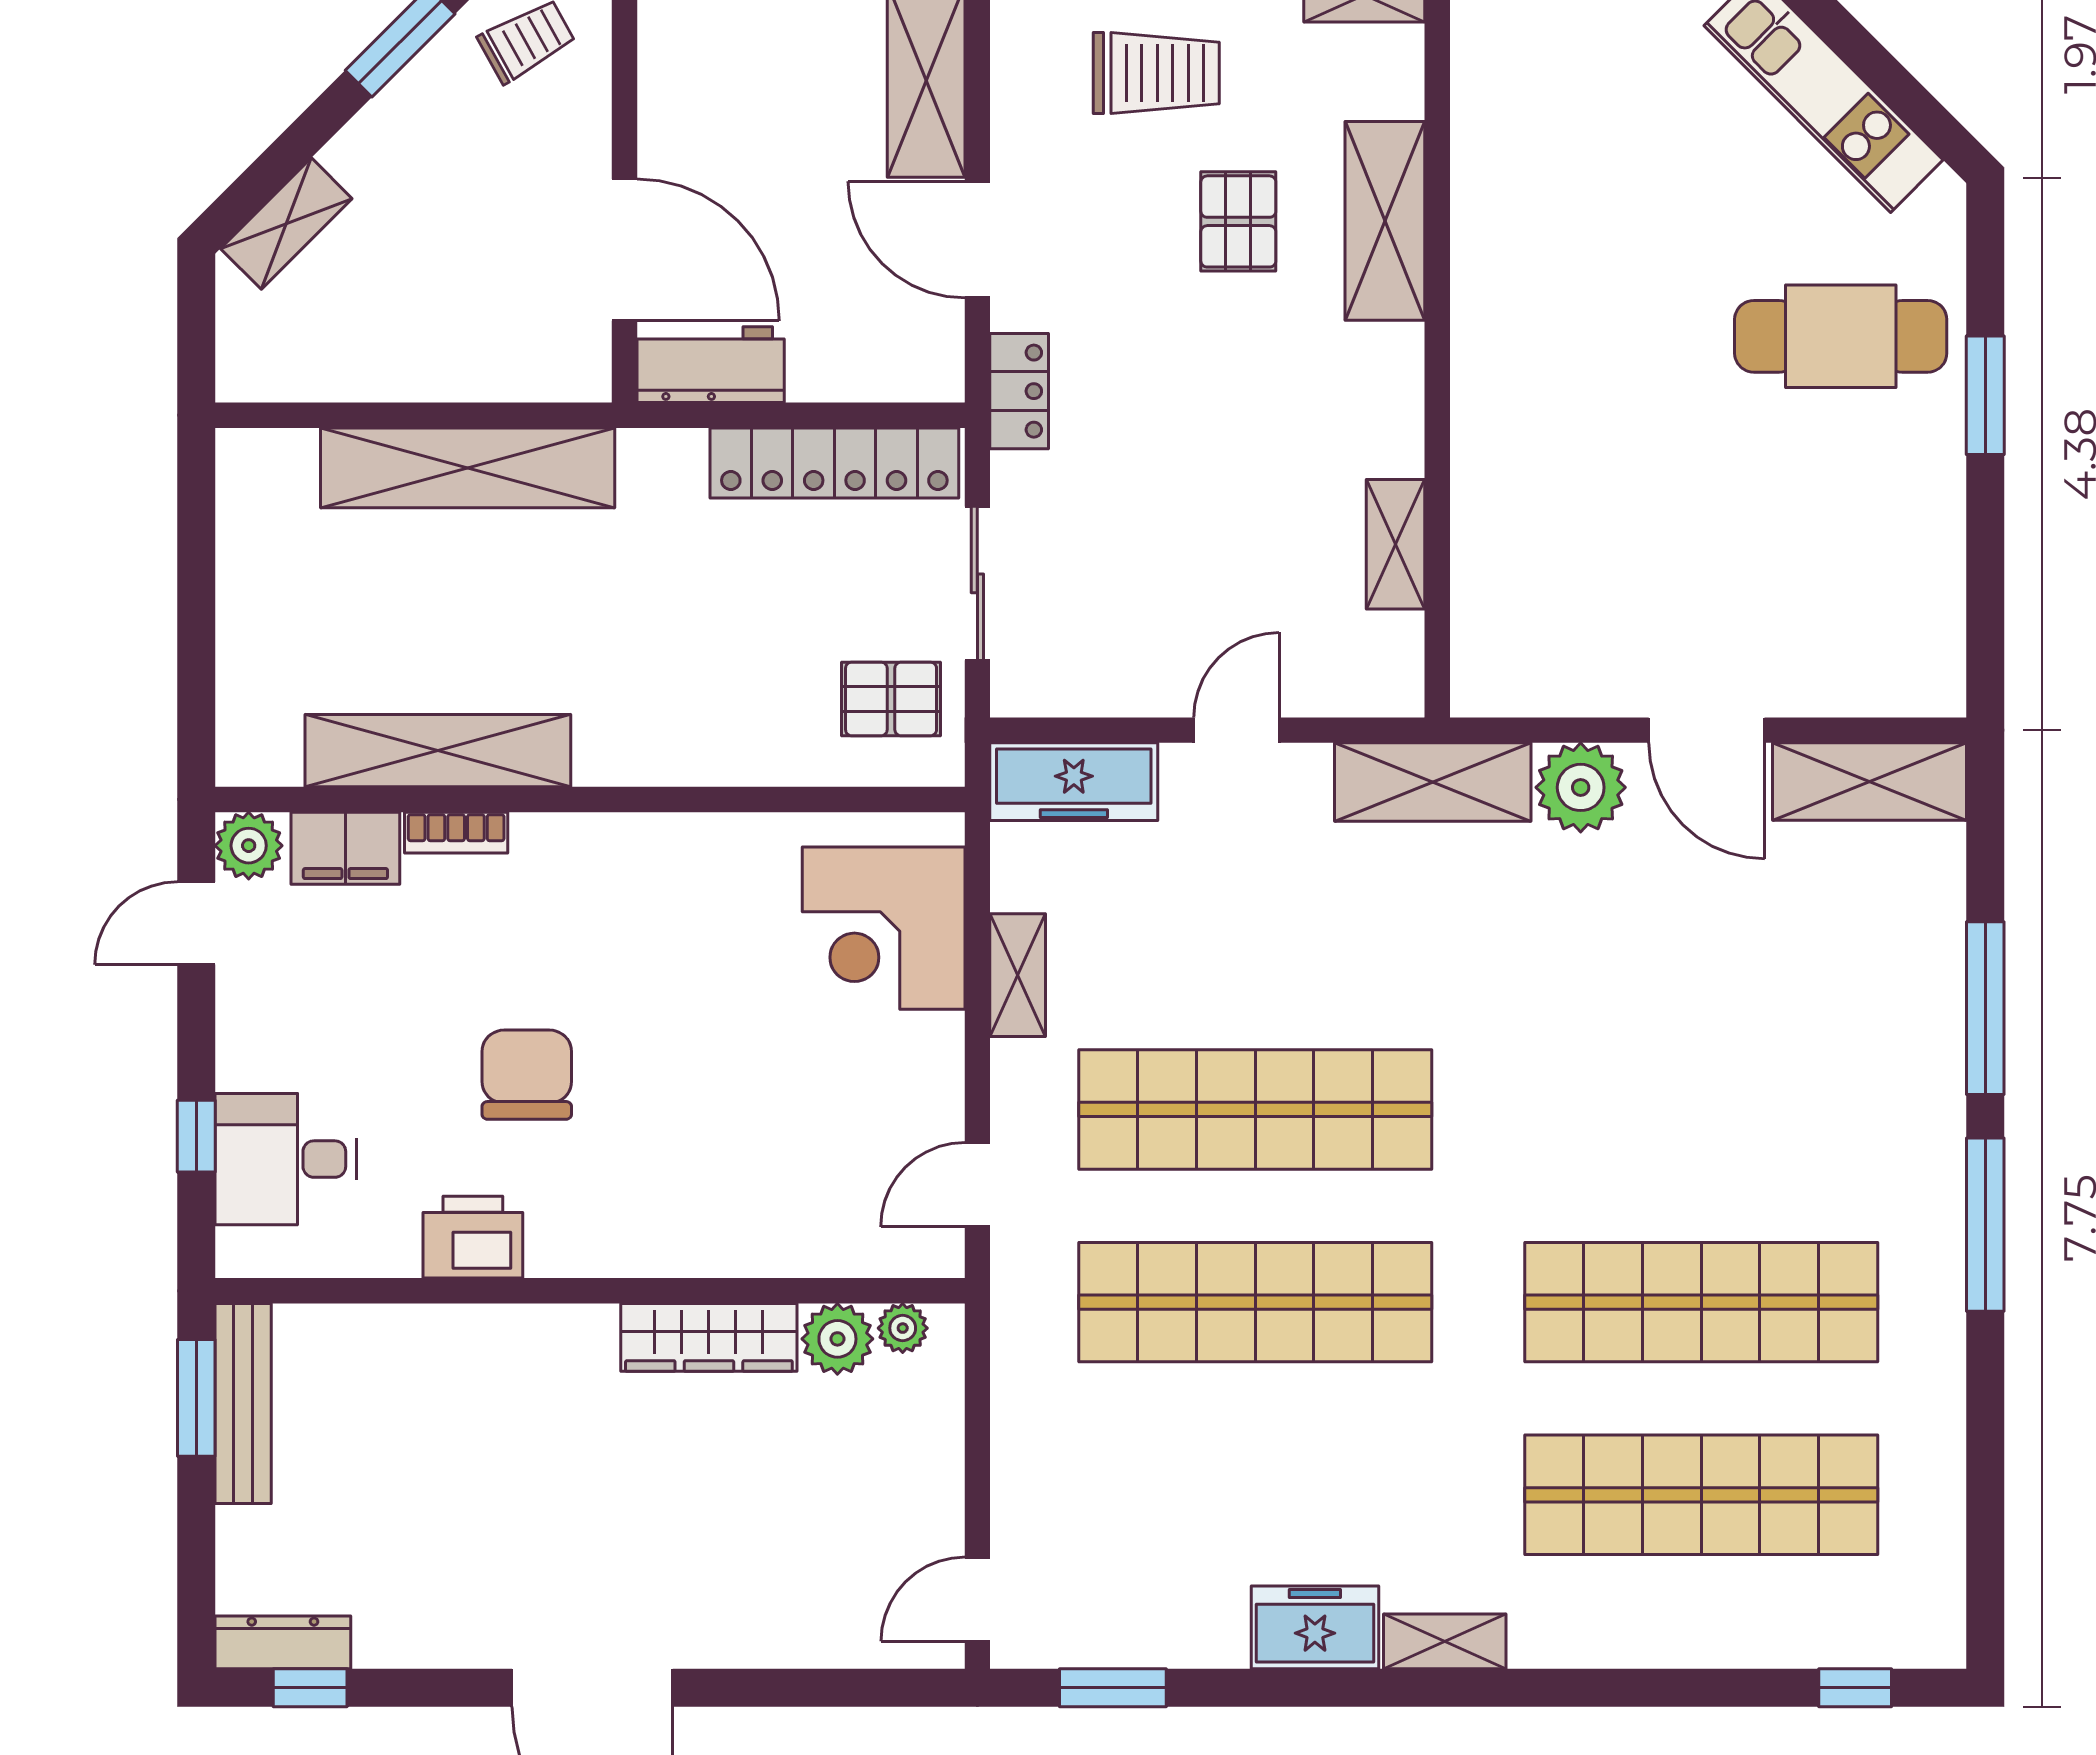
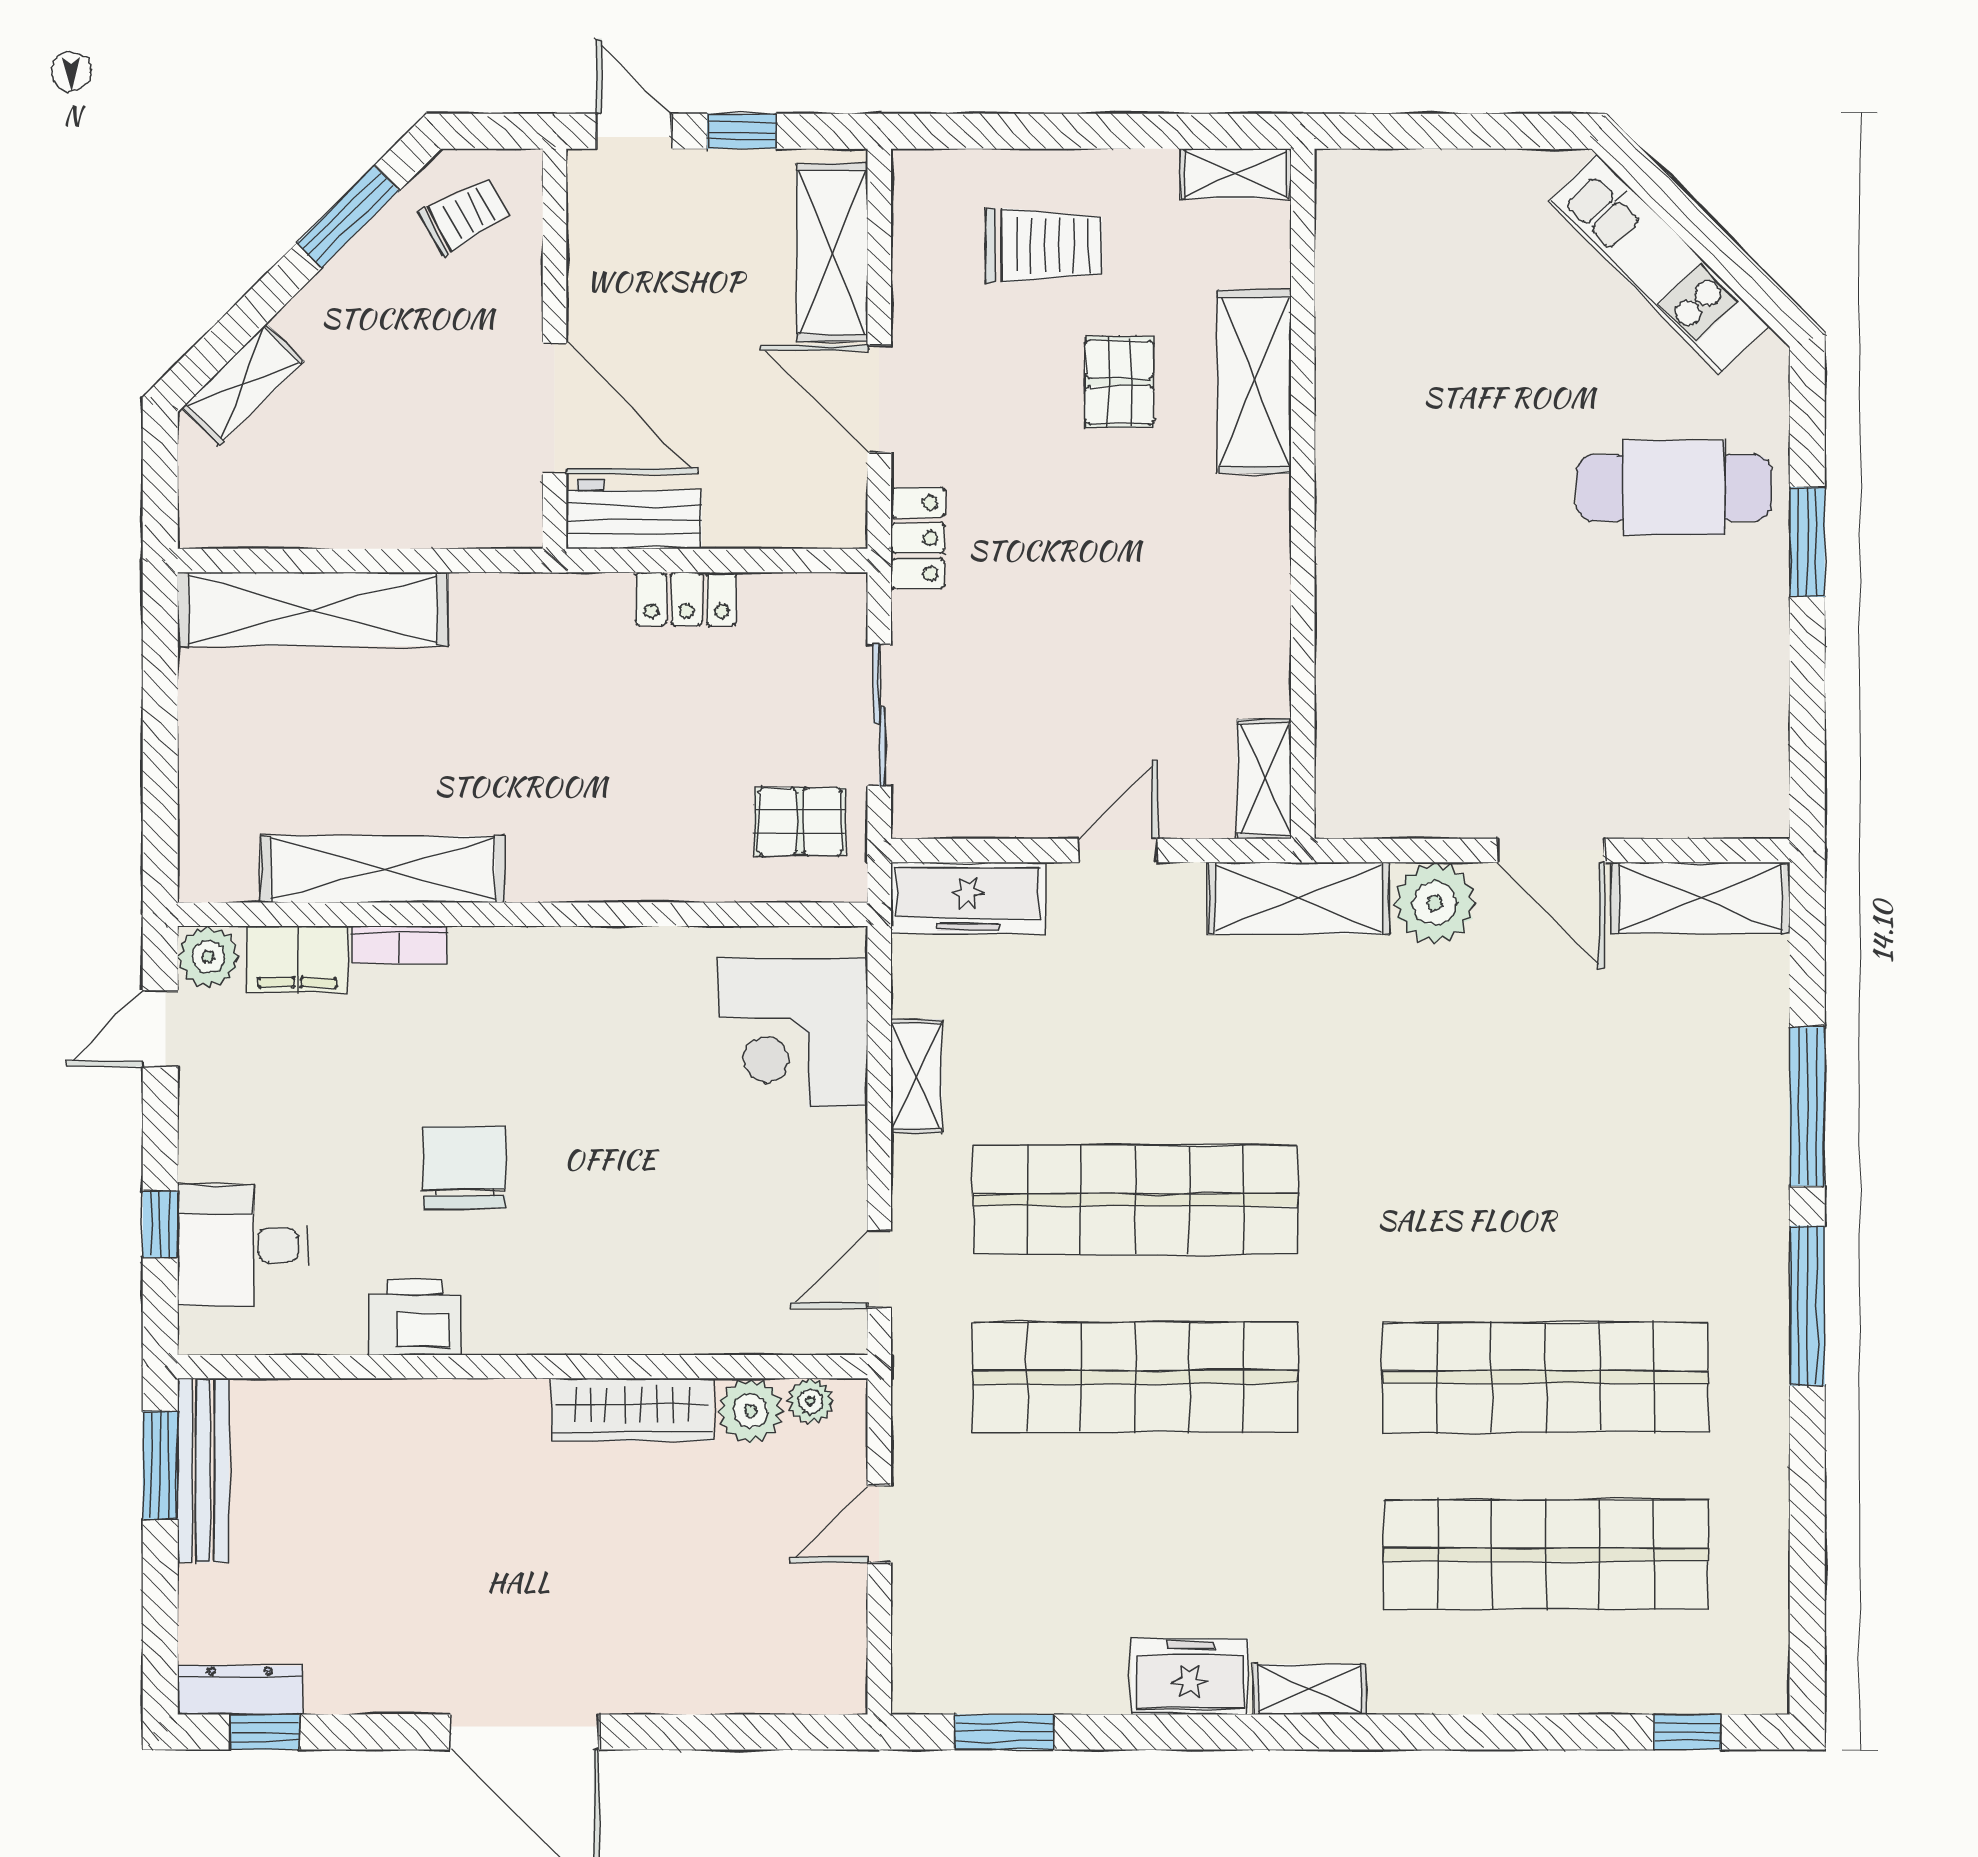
locker: (834, 463) -> (686, 599), width x0.46, depth x0.83
shelving: (468, 468) -> (313, 609), moved
shelving: (1395, 544) -> (1264, 779), moved
door: (977, 1599) -> (879, 1524), moved

